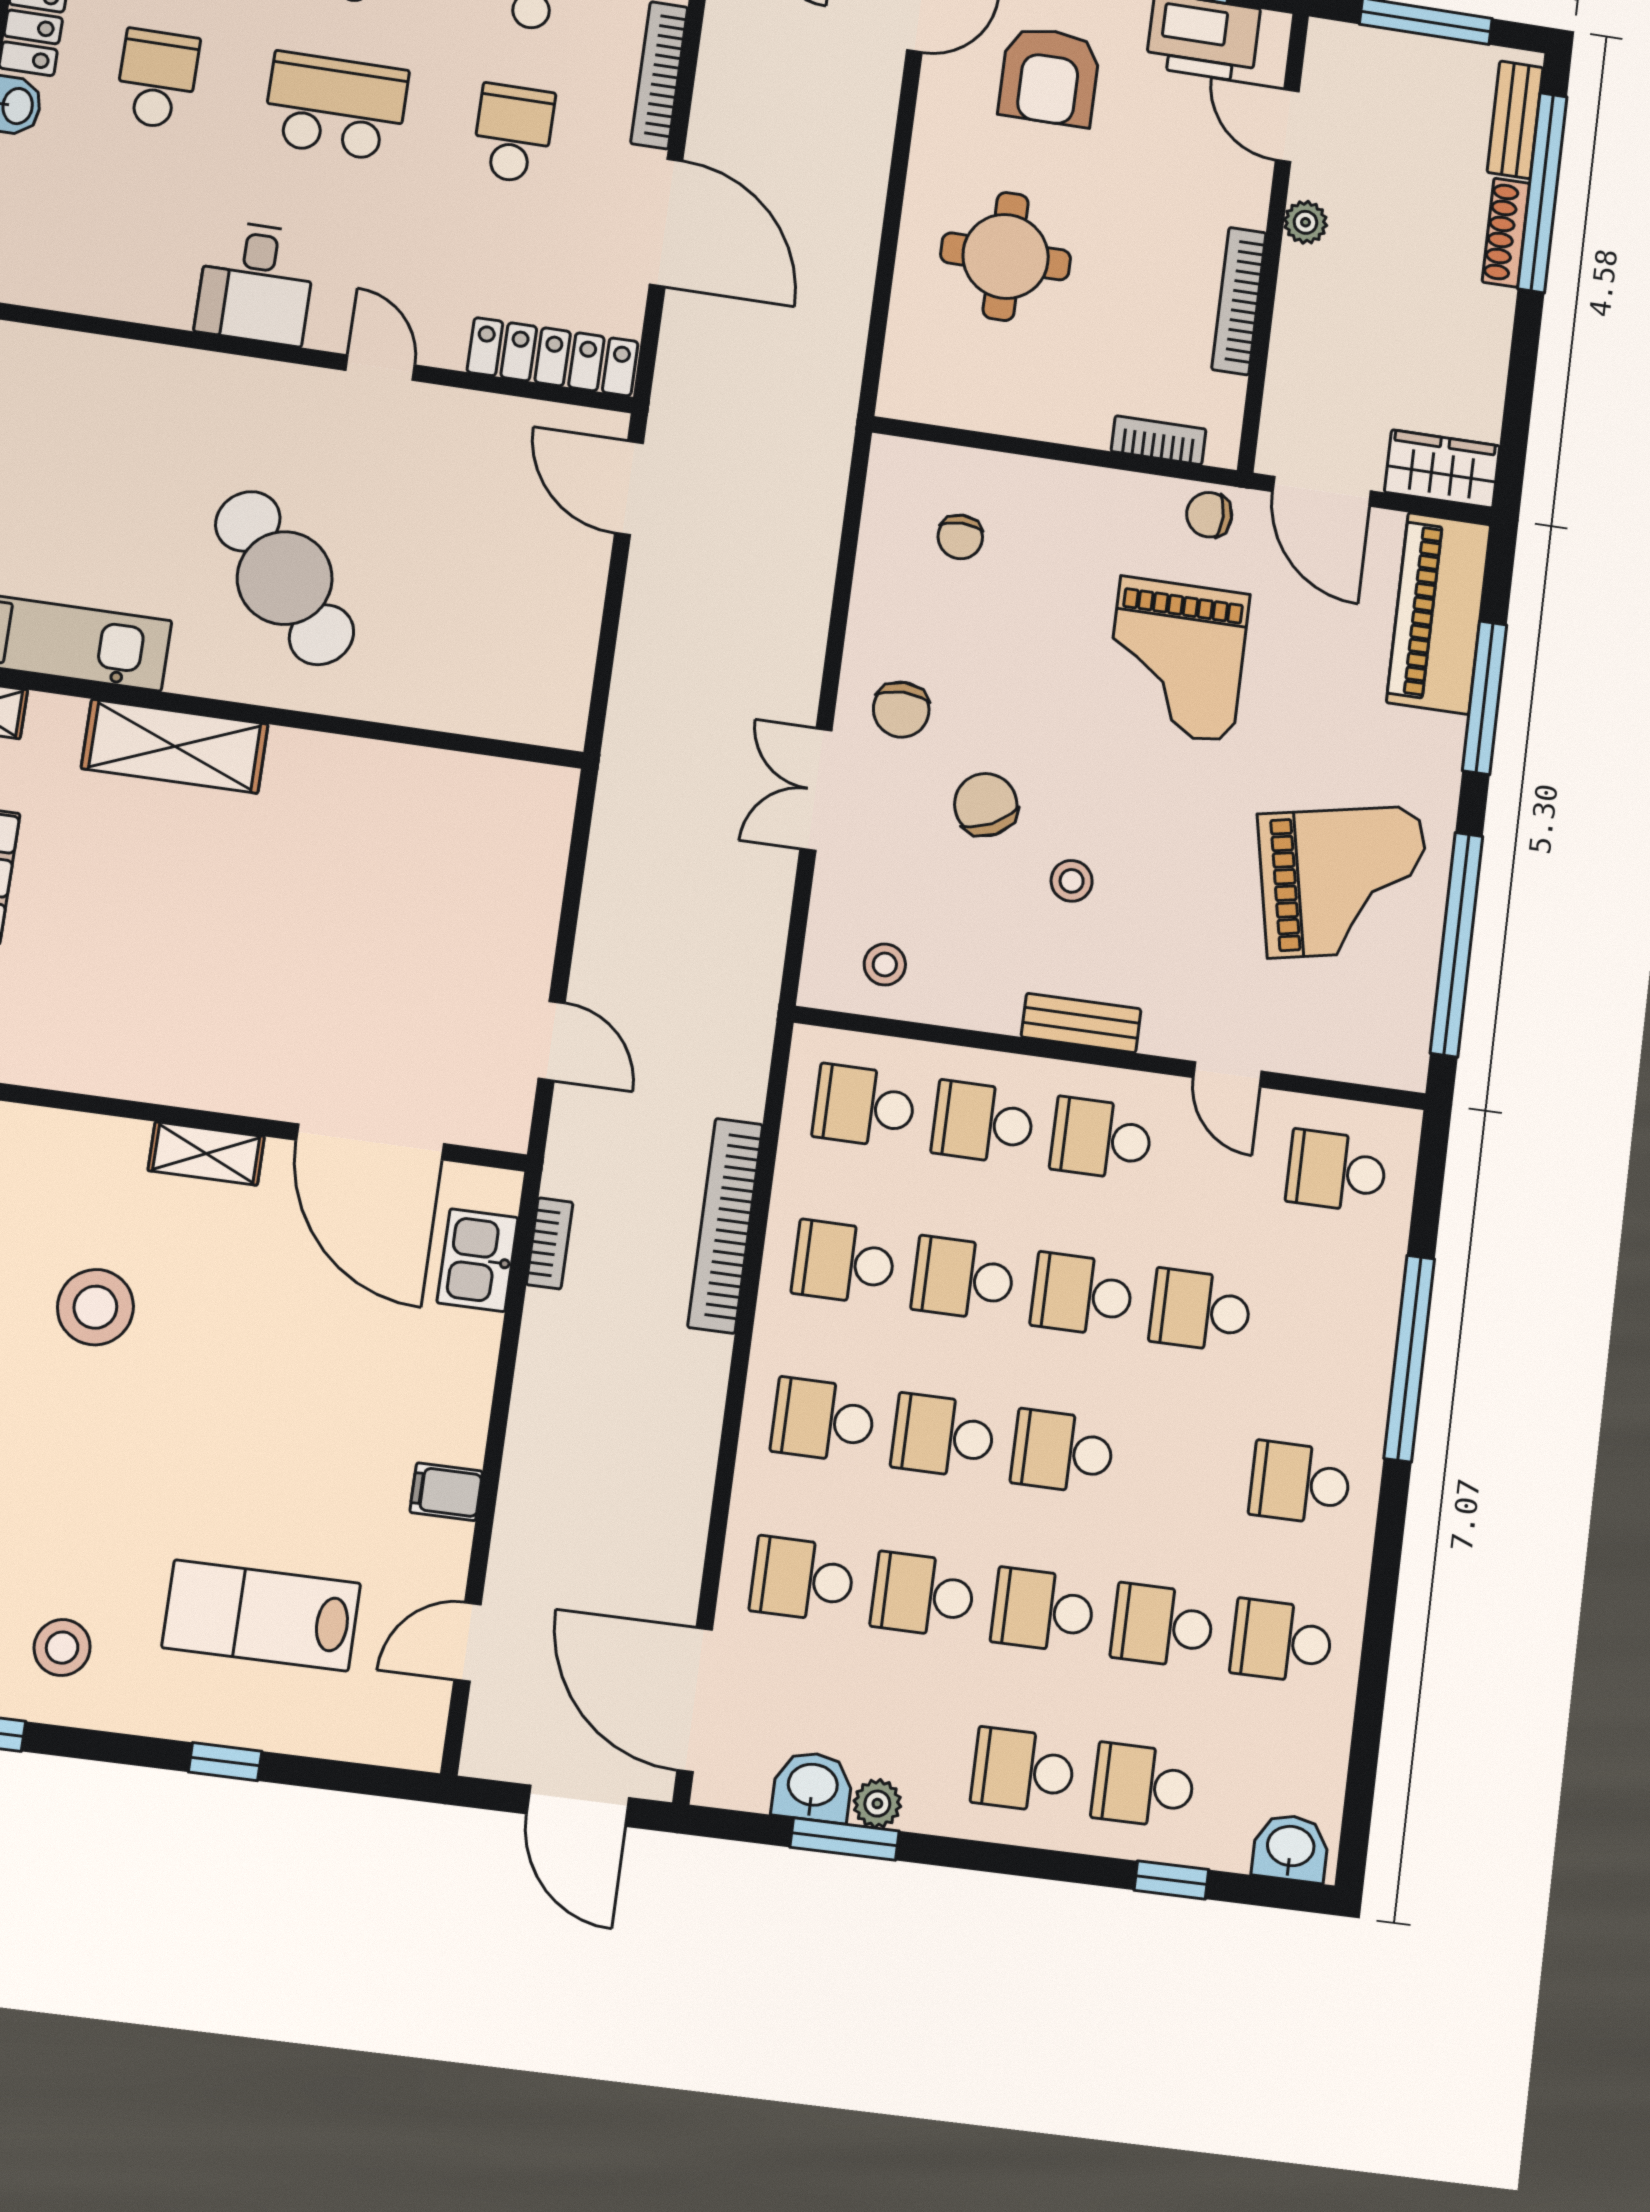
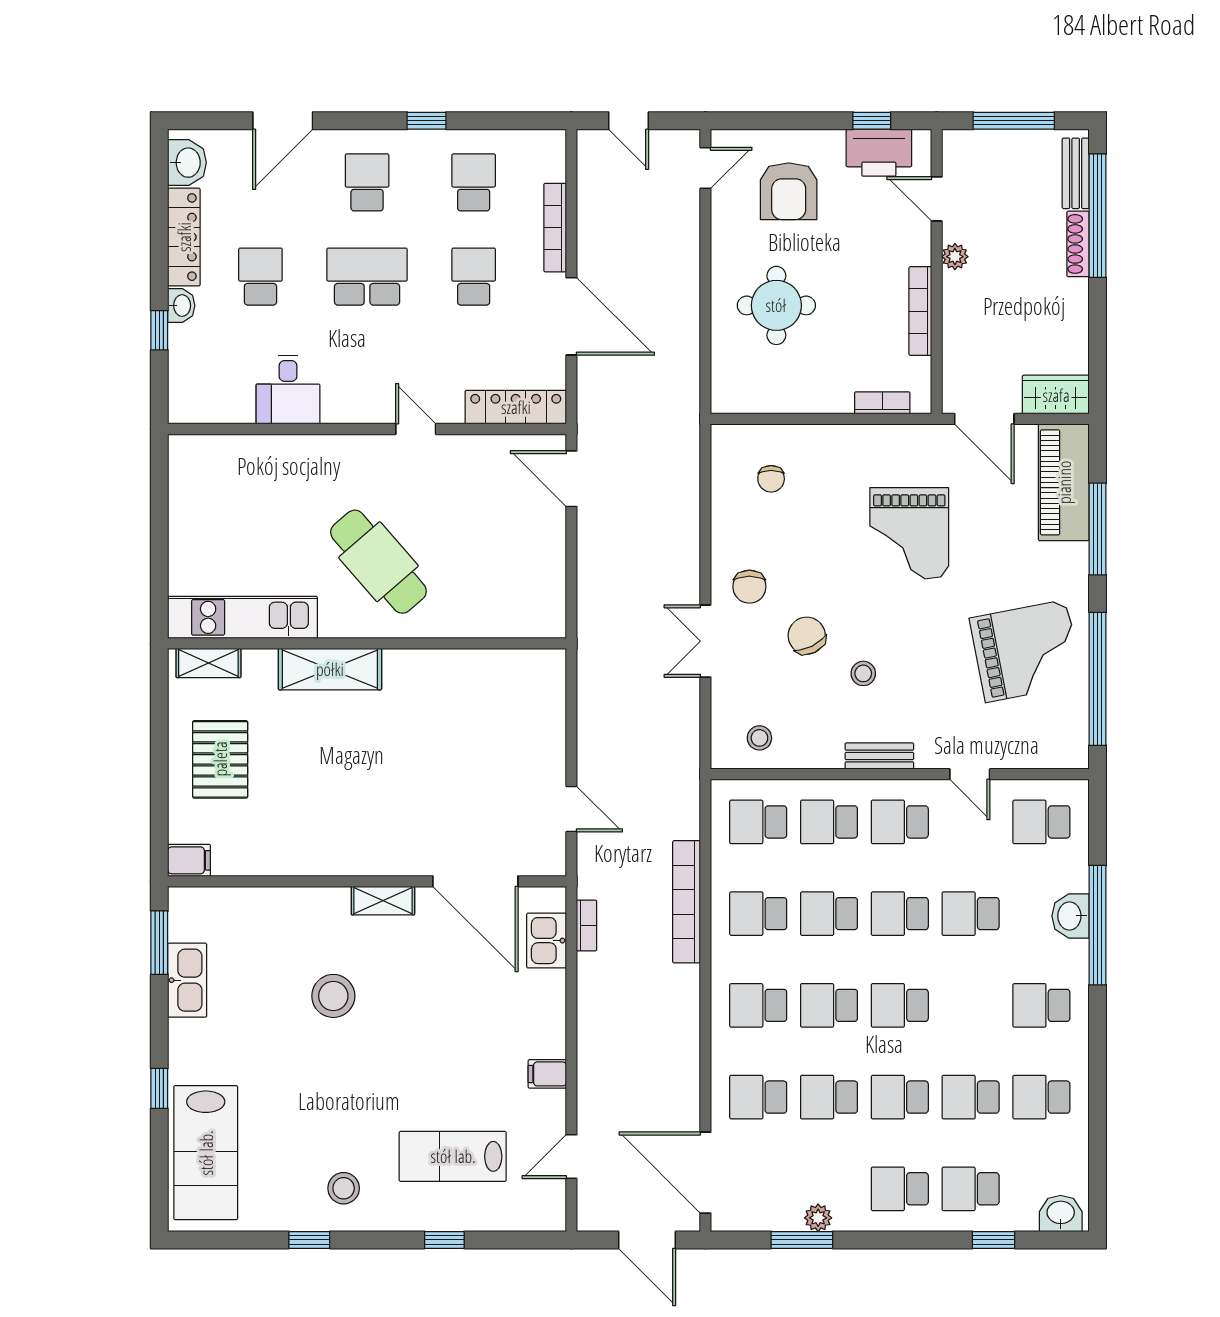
desk: (256, 283) -> (288, 390), moved
chair: (1209, 515) -> (918, 443), removed
washbasin: (813, 1787) -> (1070, 916), moved, turned -90

